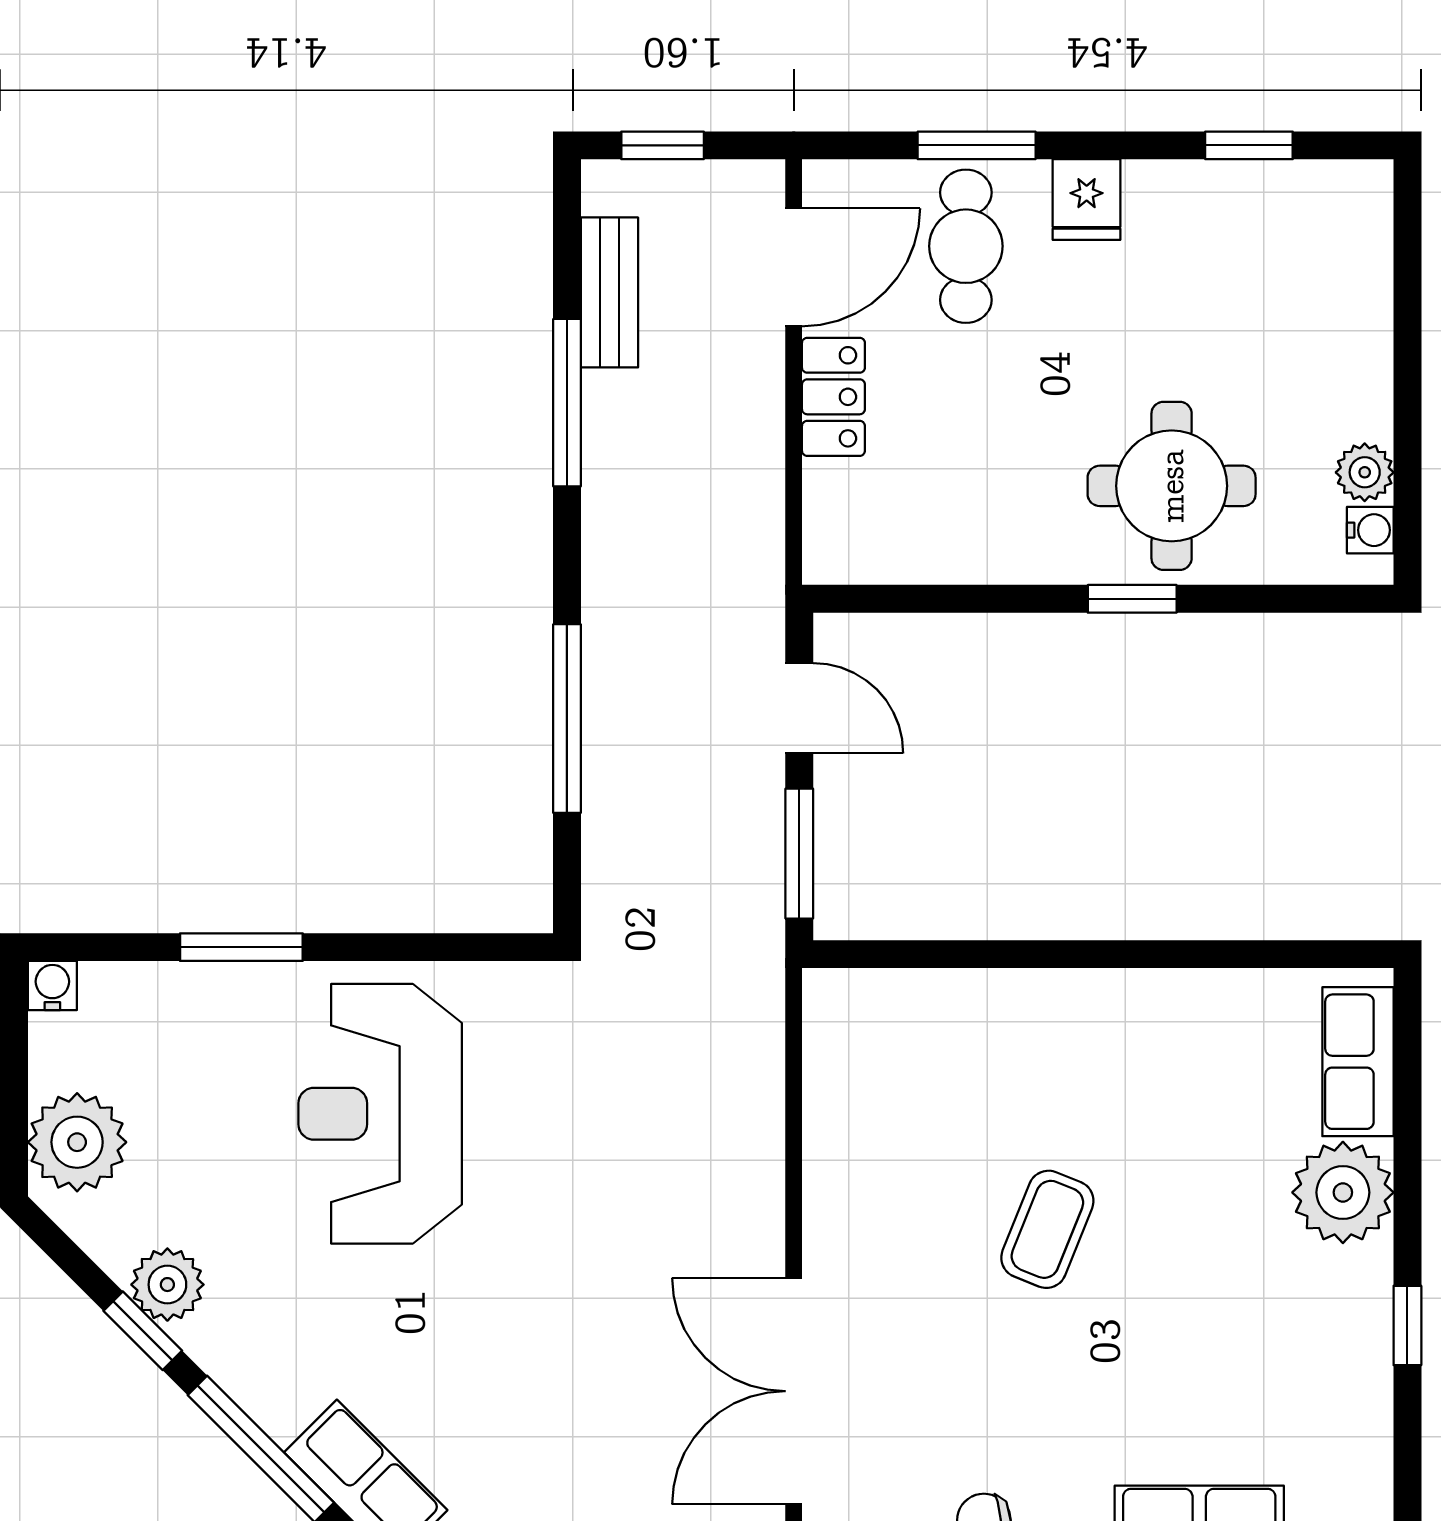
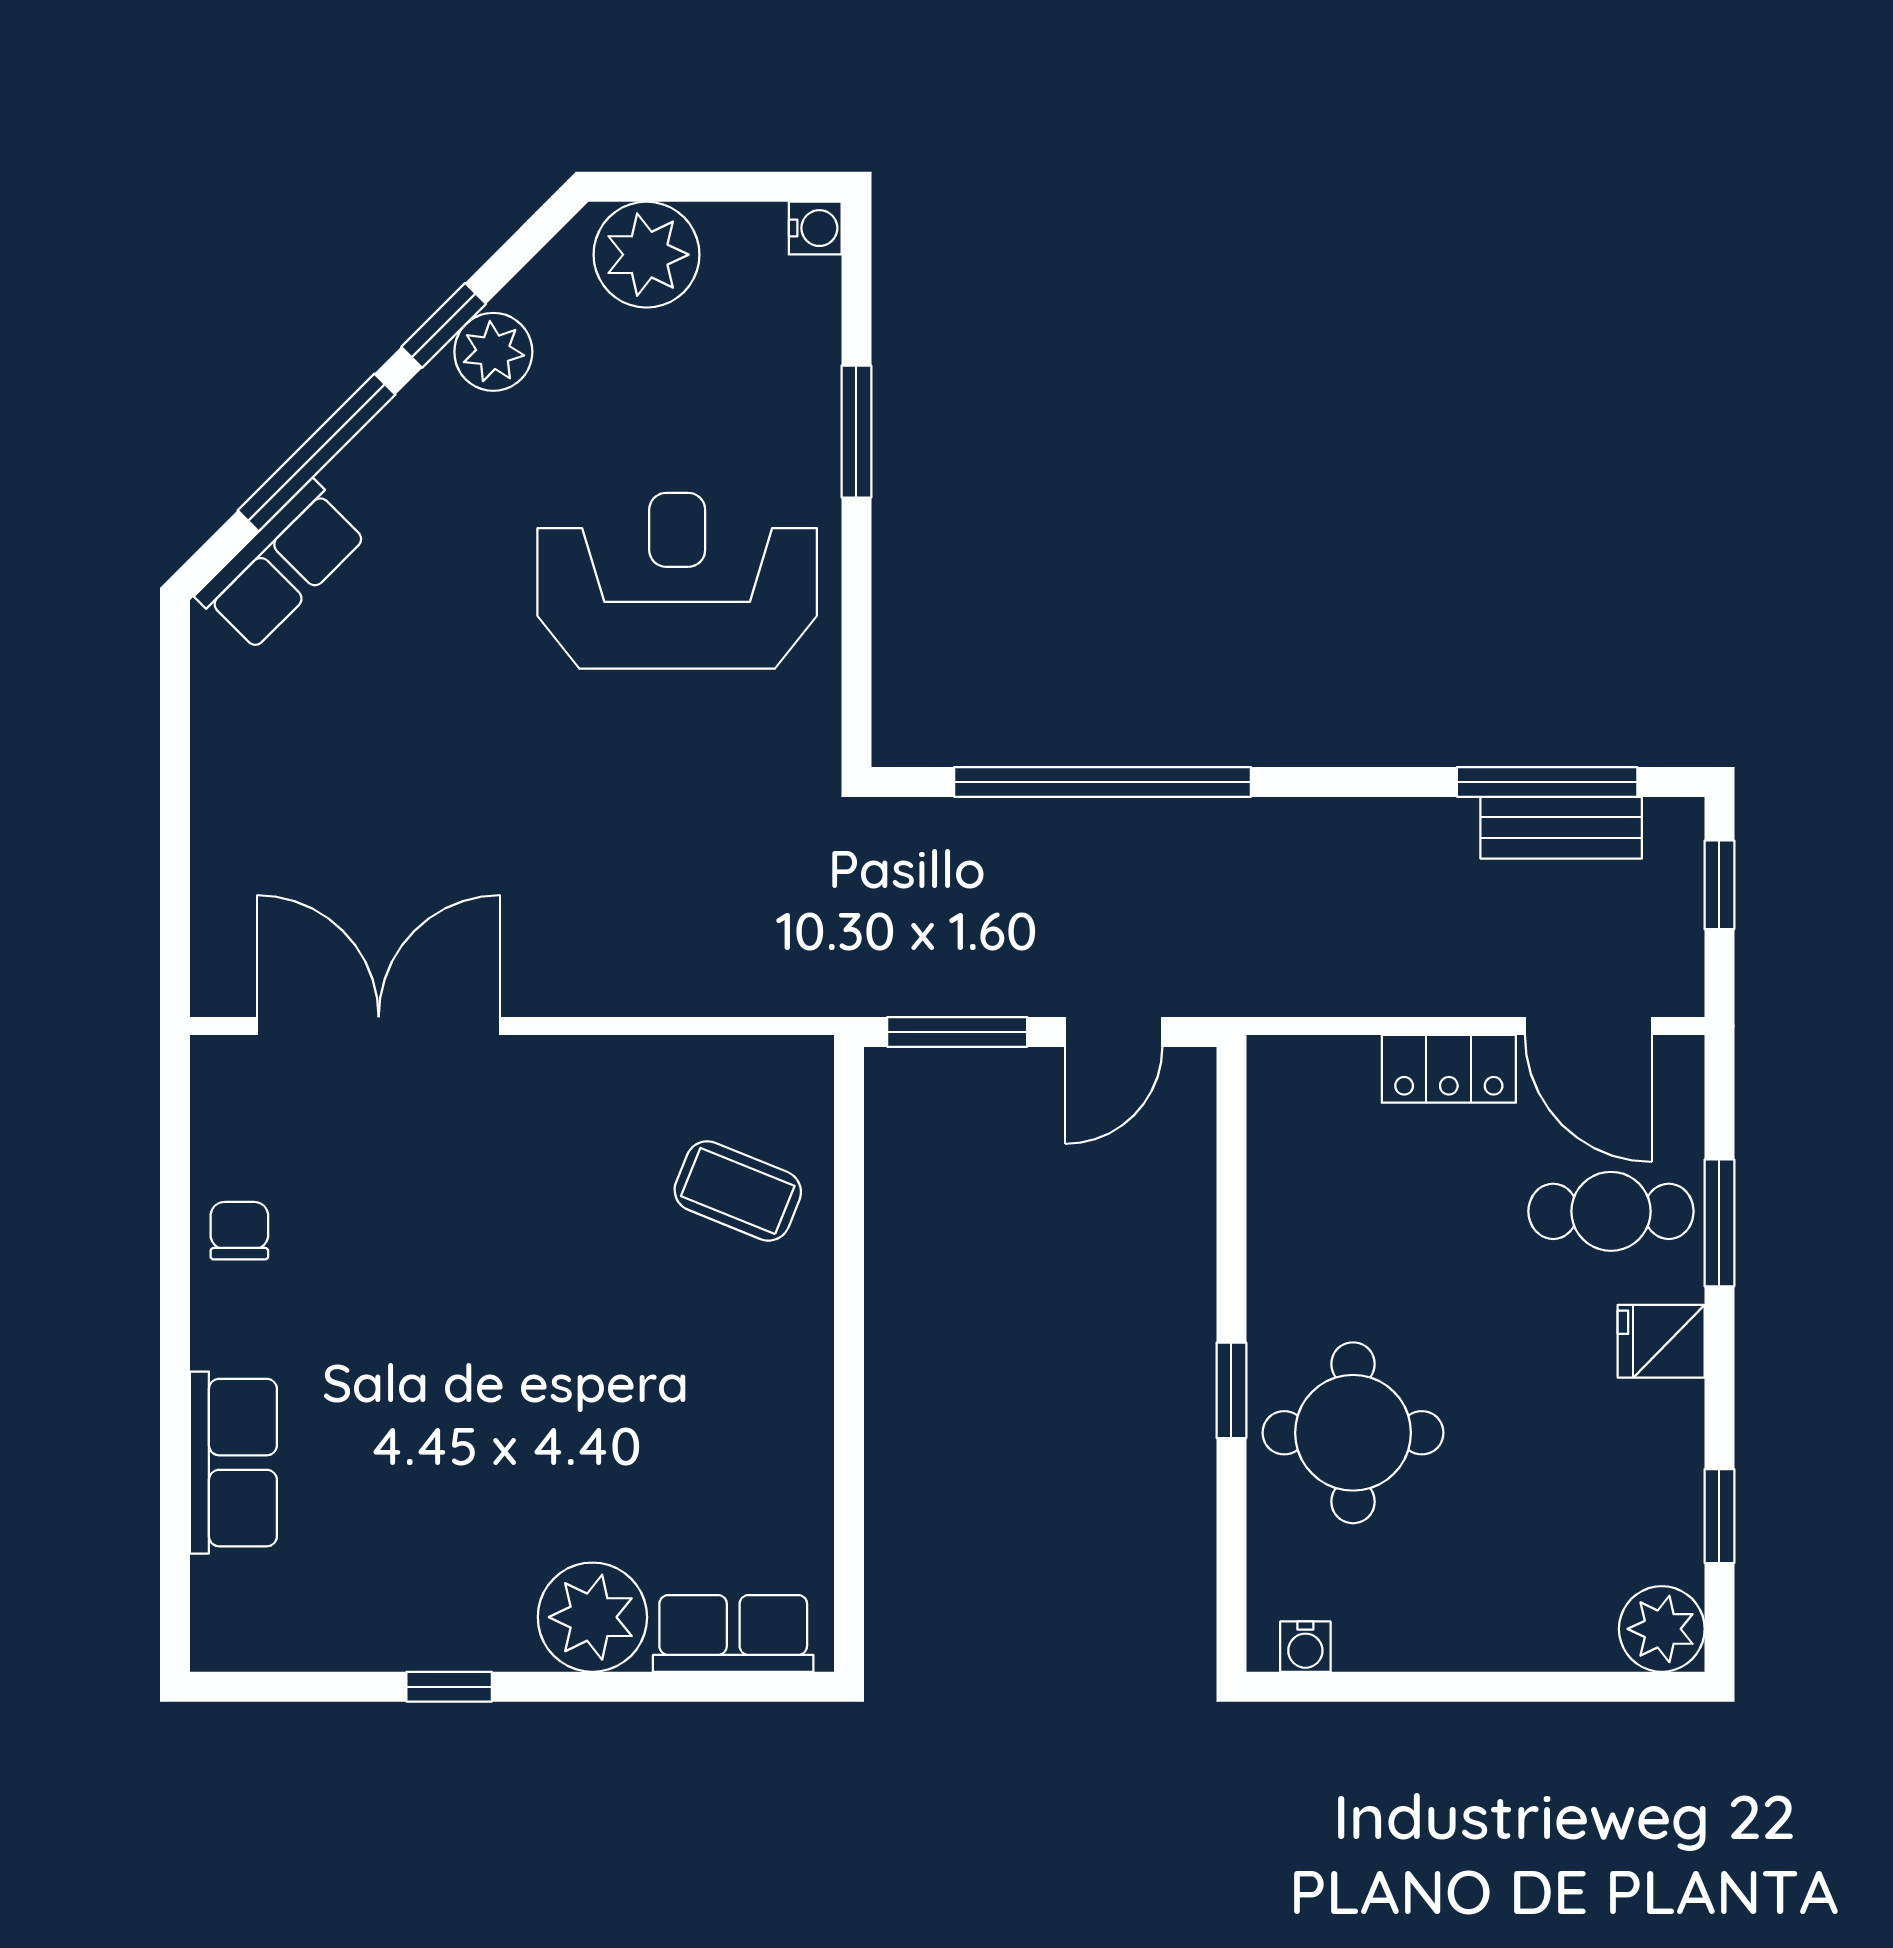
window: (567, 403) -> (1547, 782), moved
plant: (1365, 472) -> (1662, 1629), moved, width x1.38, depth x1.38
window: (567, 719) -> (1102, 782), width x1.46
coffee table: (1047, 1229) -> (738, 1191), moved

